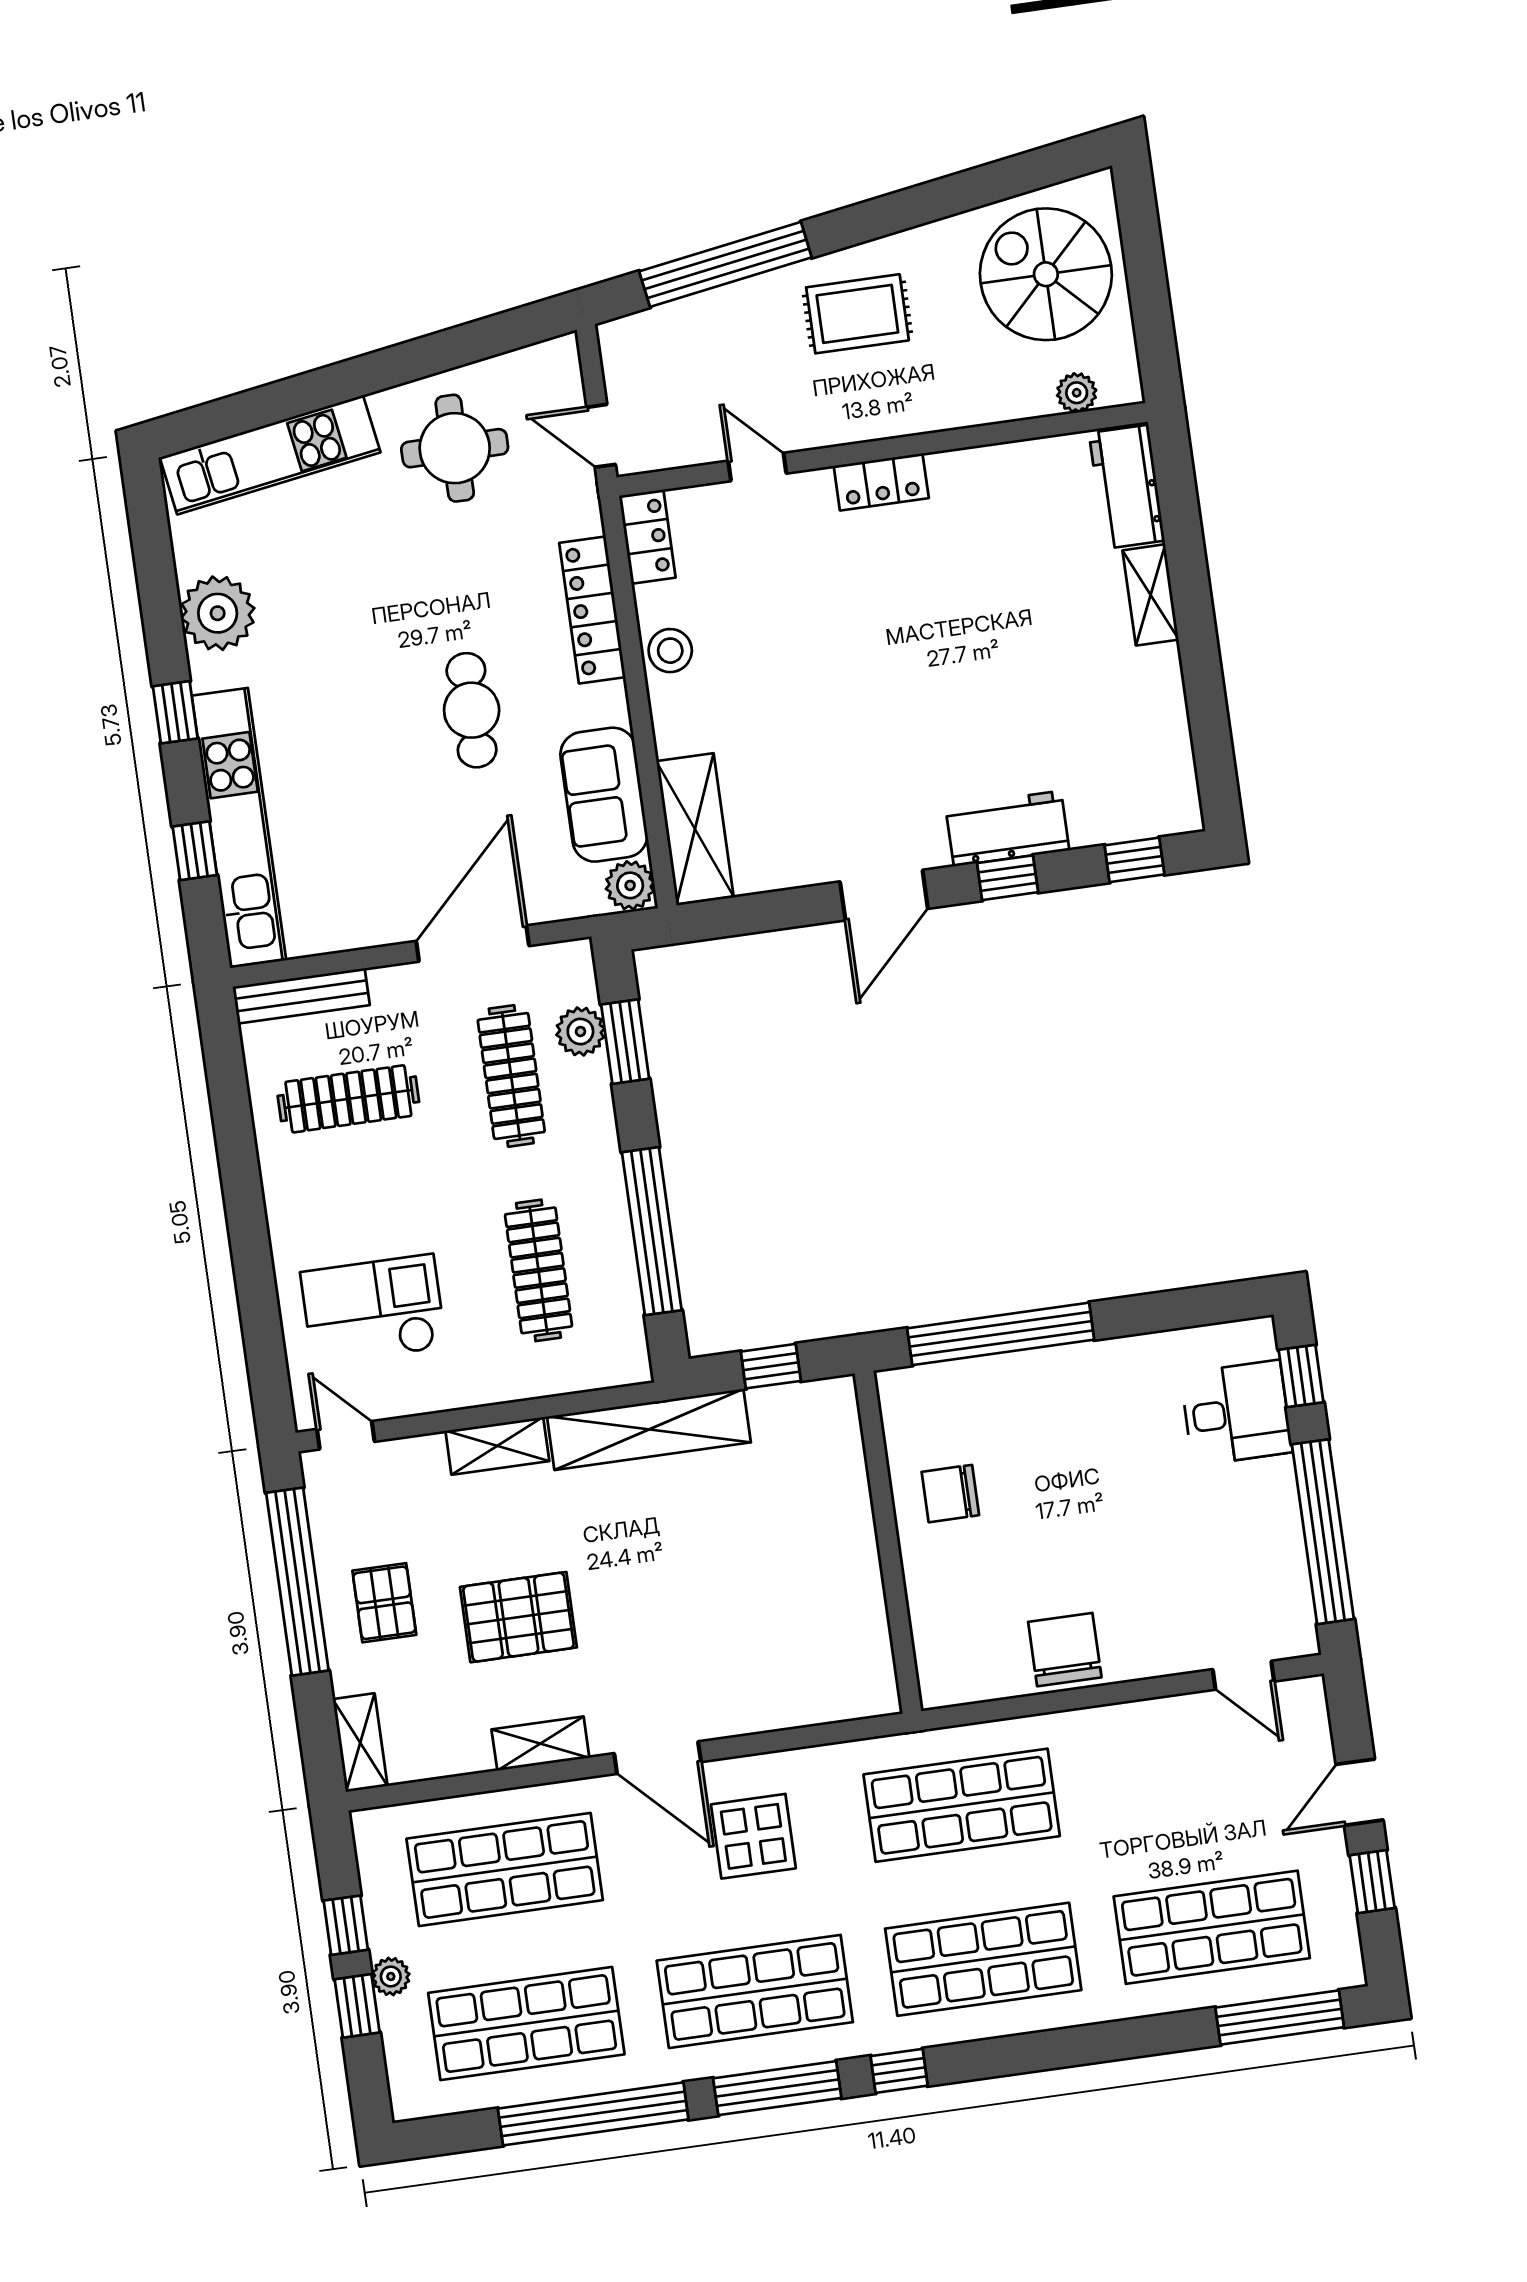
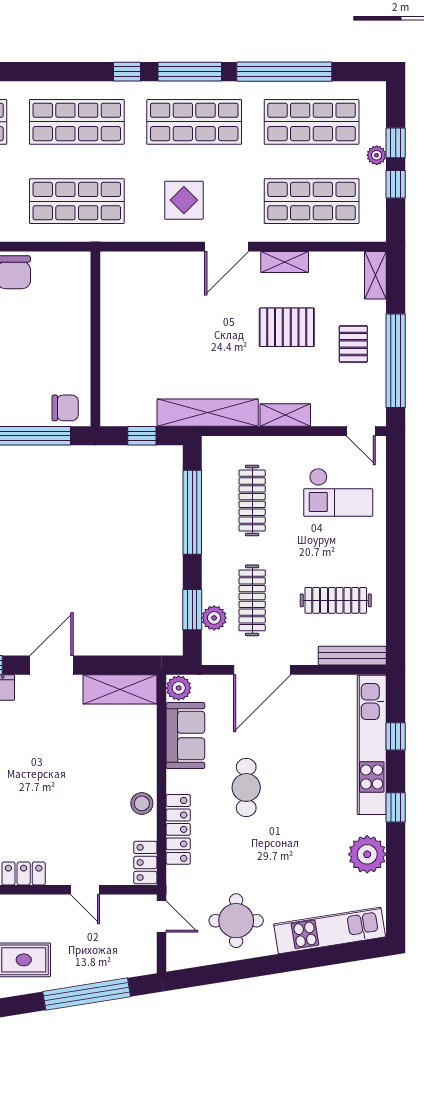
shelving: (695, 829) -> (120, 689), moved, turned 90
chair: (950, 1494) -> (65, 408), moved
door: (658, 1758) -> (227, 247), swing flipped

